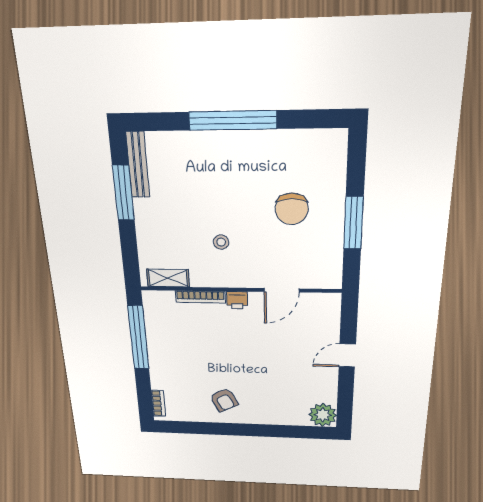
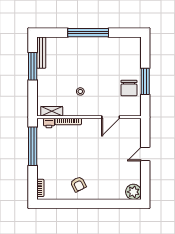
chair: (292, 209) -> (129, 88), moved
printer: (237, 300) -> (49, 123), moved

